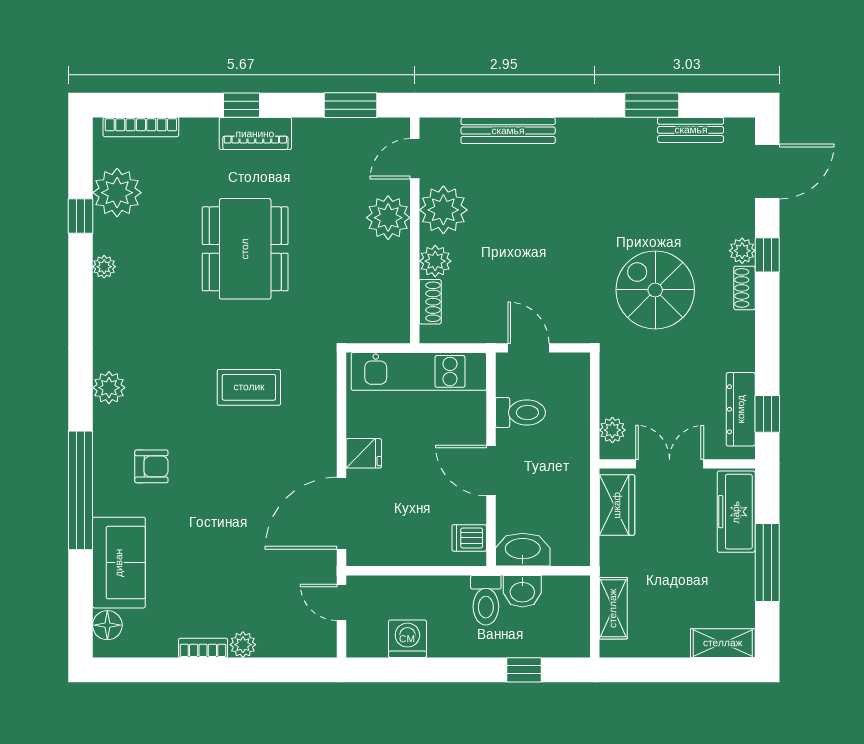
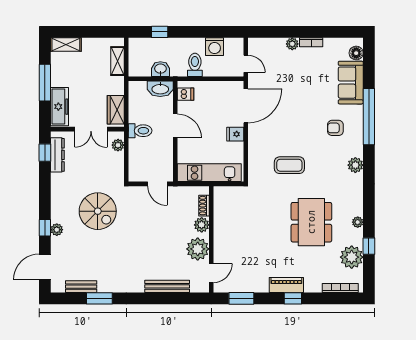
plant: (388, 218) -> (224, 245), removed
dining table: (245, 249) -> (311, 222), moved
shoe rack: (744, 288) -> (56, 212), removed
toilet: (520, 412) -> (140, 131), moved, turned 180
toilet: (486, 600) -> (195, 65), moved

